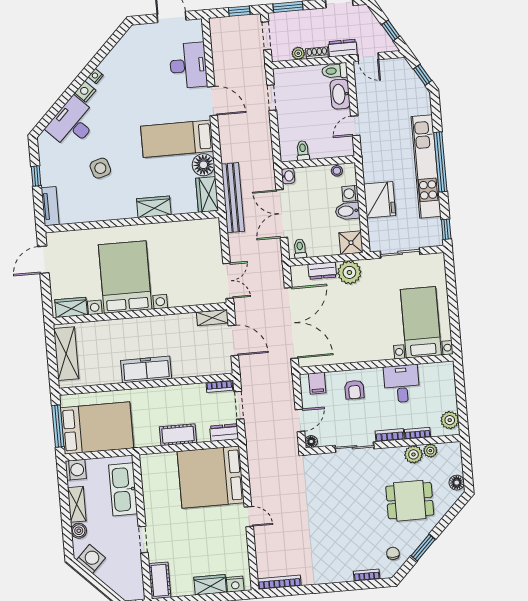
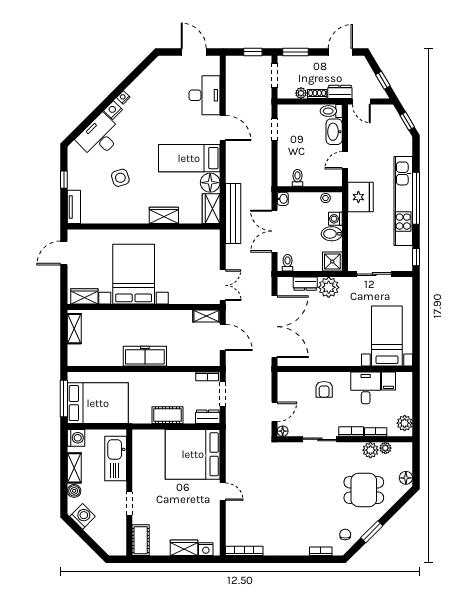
fridge: (380, 200) -> (360, 197), moved
shelving: (66, 354) -> (74, 329), width x0.67, depth x0.75
filing cabinet: (317, 383) -> (389, 381), moved

